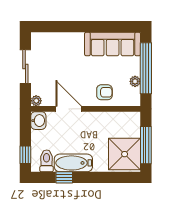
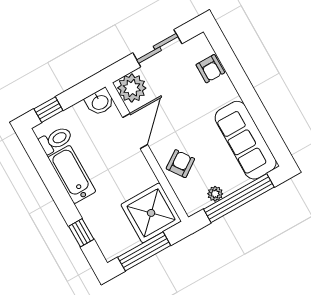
armchair: (56, 41) -> (210, 69), added
armchair: (104, 92) -> (180, 164), turned -125
plant: (36, 101) -> (132, 88), width x1.87, depth x1.87
shower: (125, 154) -> (151, 213), moved
window: (64, 177) -> (81, 233), moved

